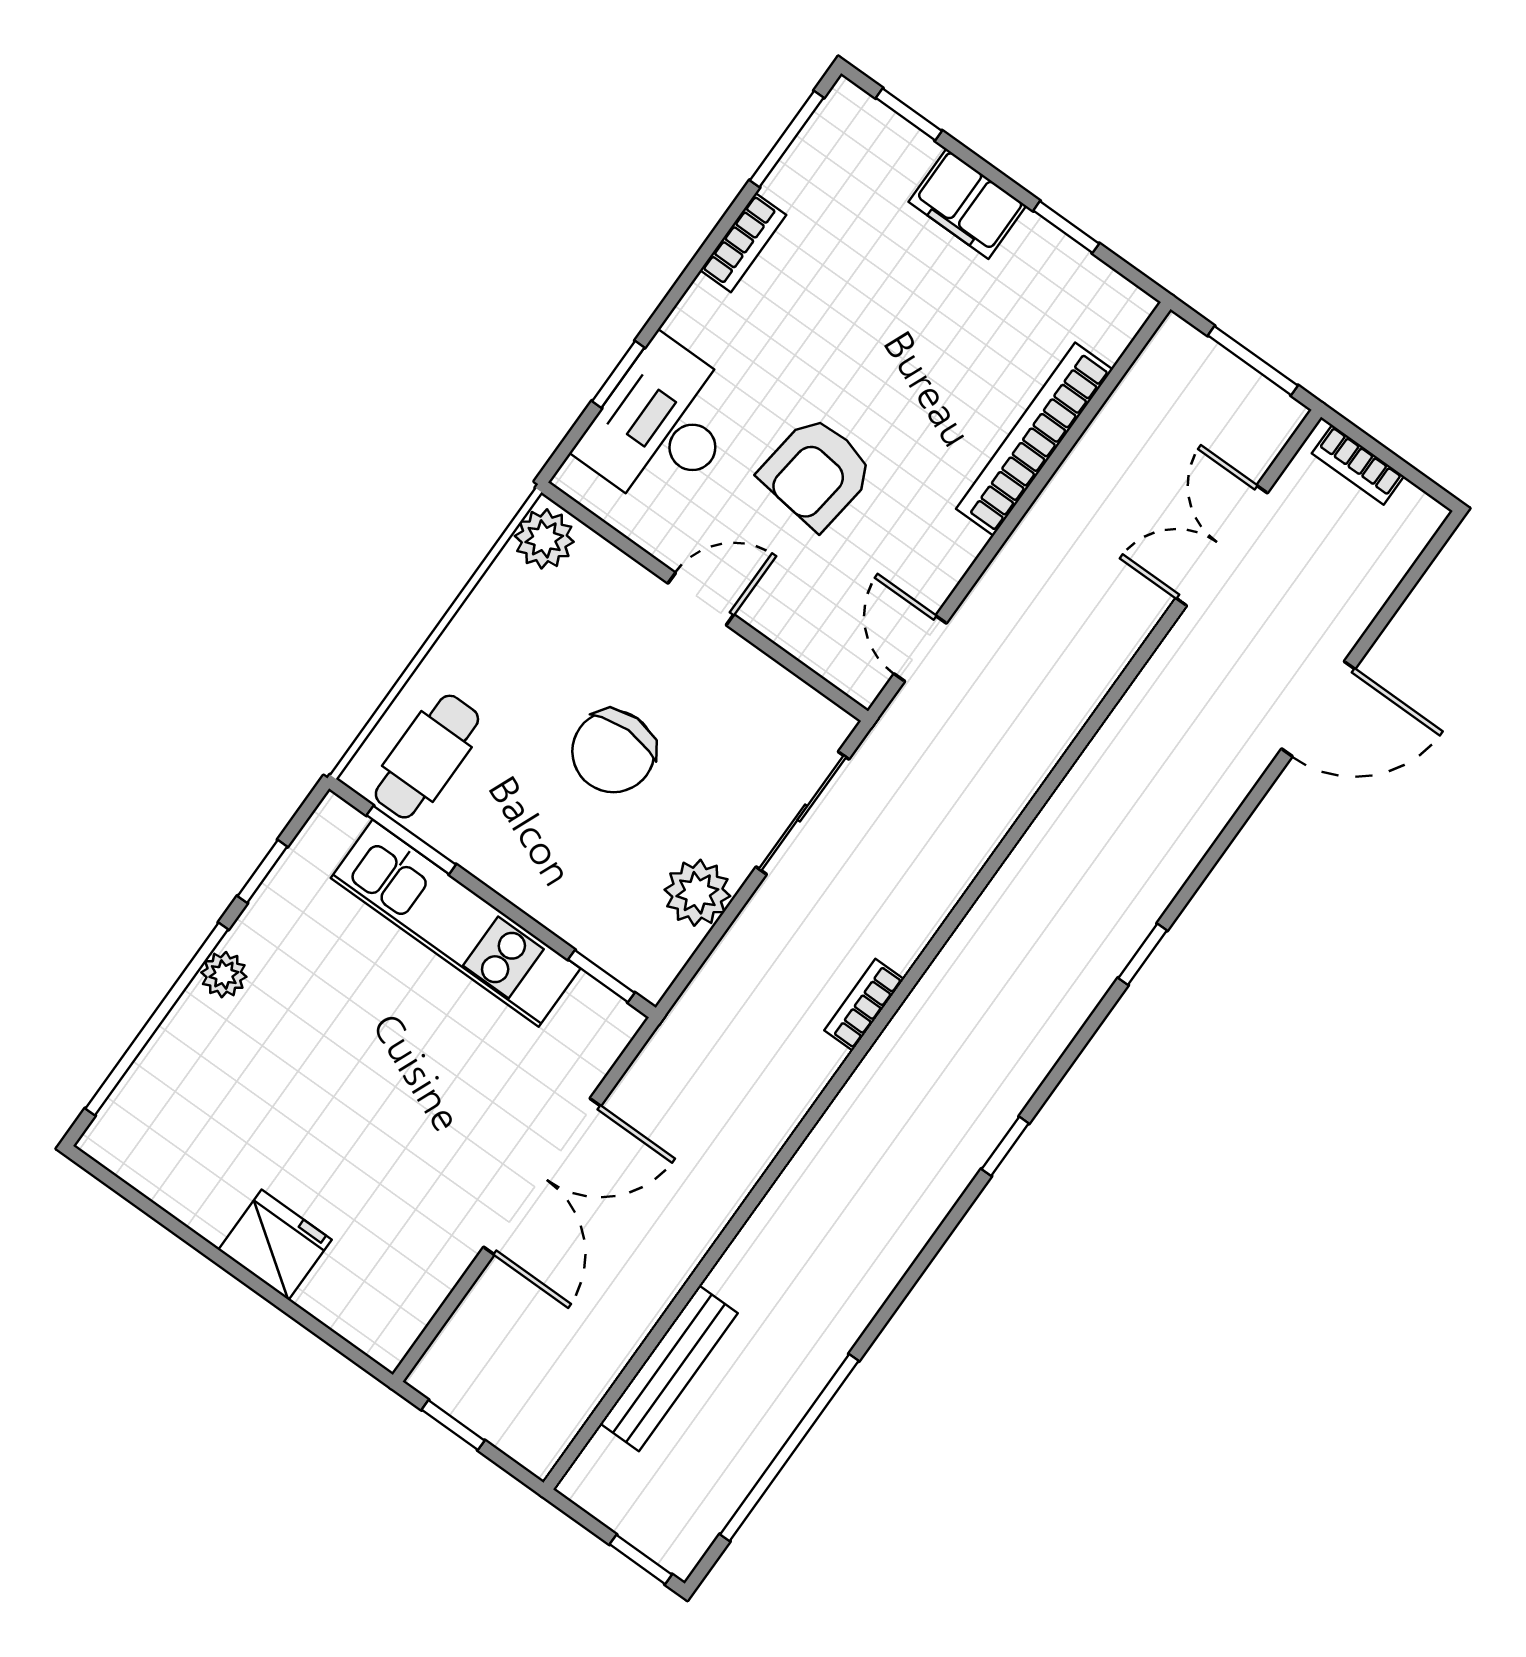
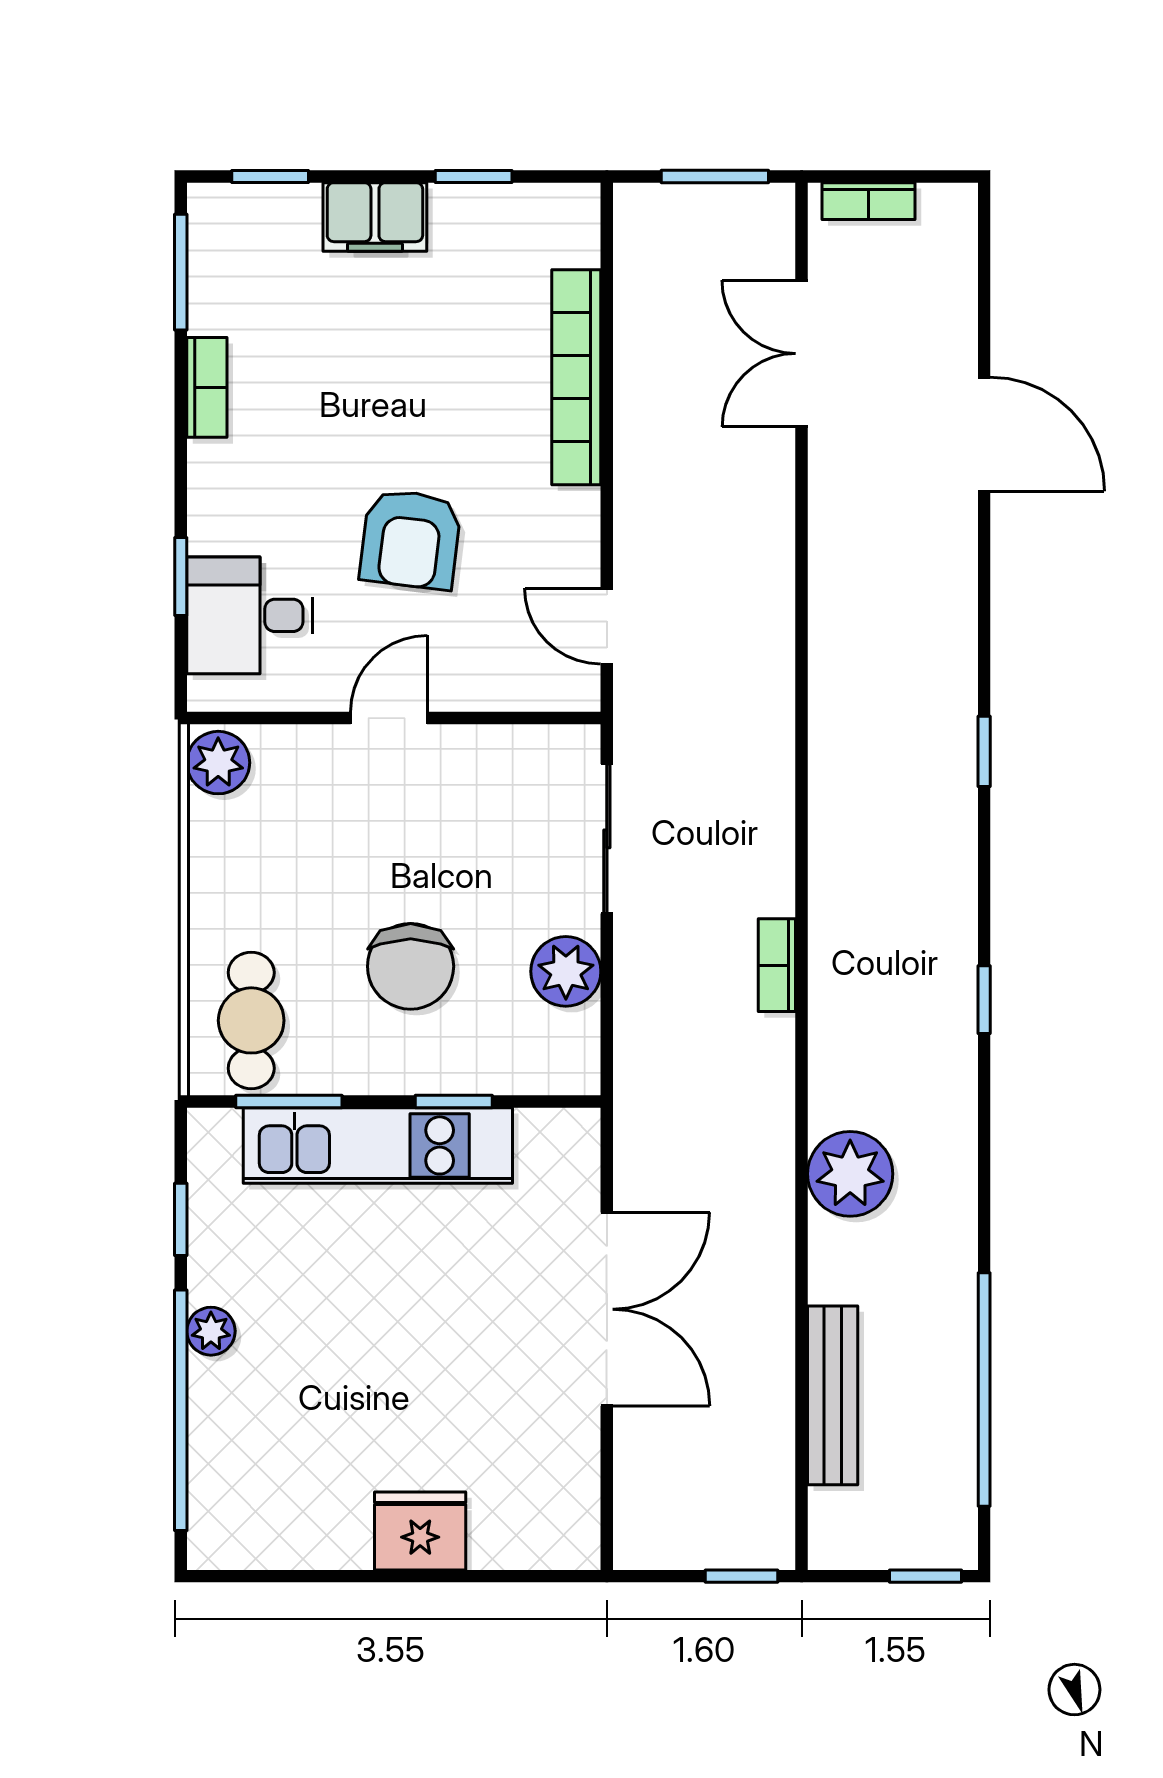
desk: (662, 426) -> (250, 615), width x0.73
door: (1318, 709) -> (984, 434), hinge flipped
chair: (613, 751) -> (411, 966), moved
window: (601, 976) -> (454, 1101), moved
plant: (805, 1207) -> (850, 1174), added
window: (453, 1425) -> (742, 1576), moved

